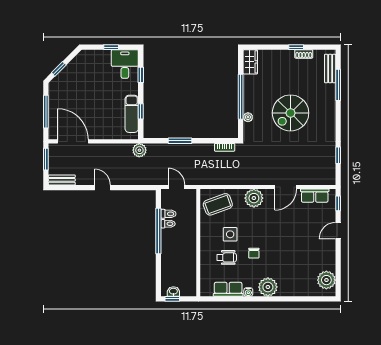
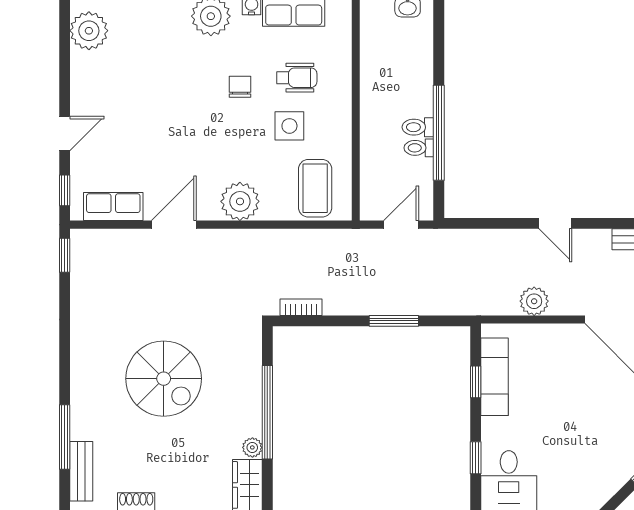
spiral stairs: (291, 113) -> (164, 379), turned 90
plant: (248, 117) -> (252, 447), moved
plant: (139, 150) -> (534, 301), moved
window: (338, 155) -> (65, 255), moved
door: (176, 187) -> (401, 225), swing flipped
coffee table: (218, 204) -> (315, 188), turned -70
toilet: (168, 214) -> (418, 127), moved
wheelchair: (227, 257) -> (297, 78), turned 180

